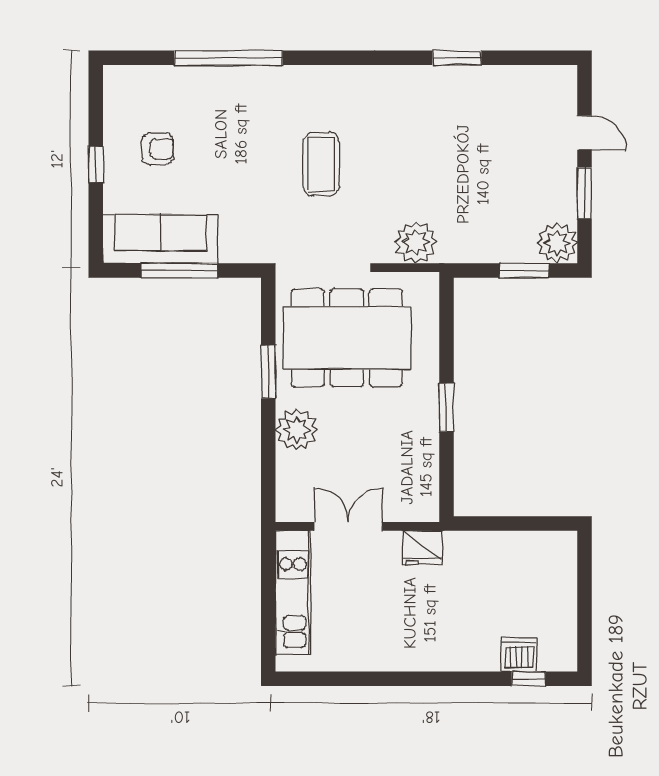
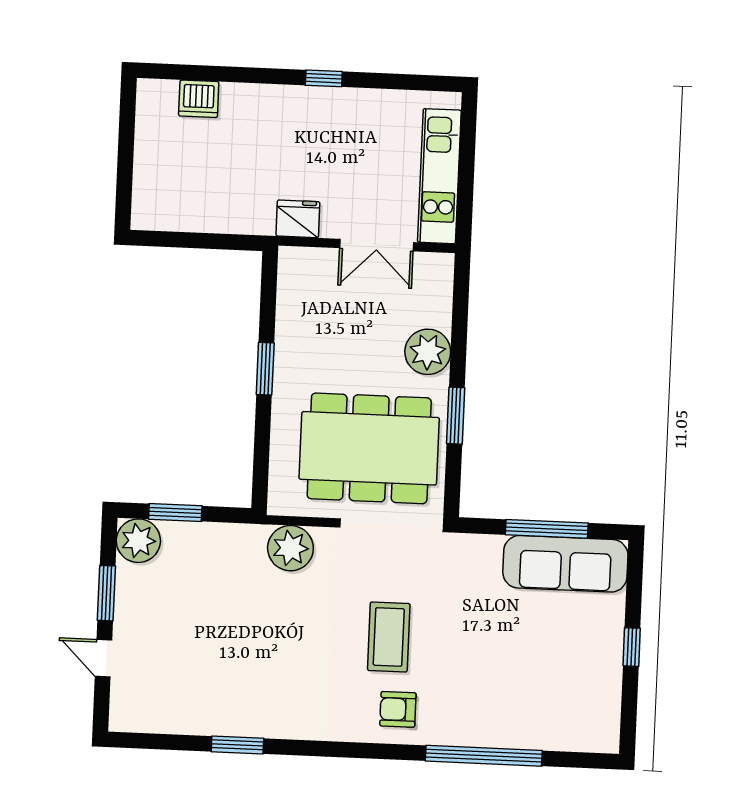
armchair: (158, 149) -> (398, 709), moved
window: (529, 679) -> (324, 78), moved

